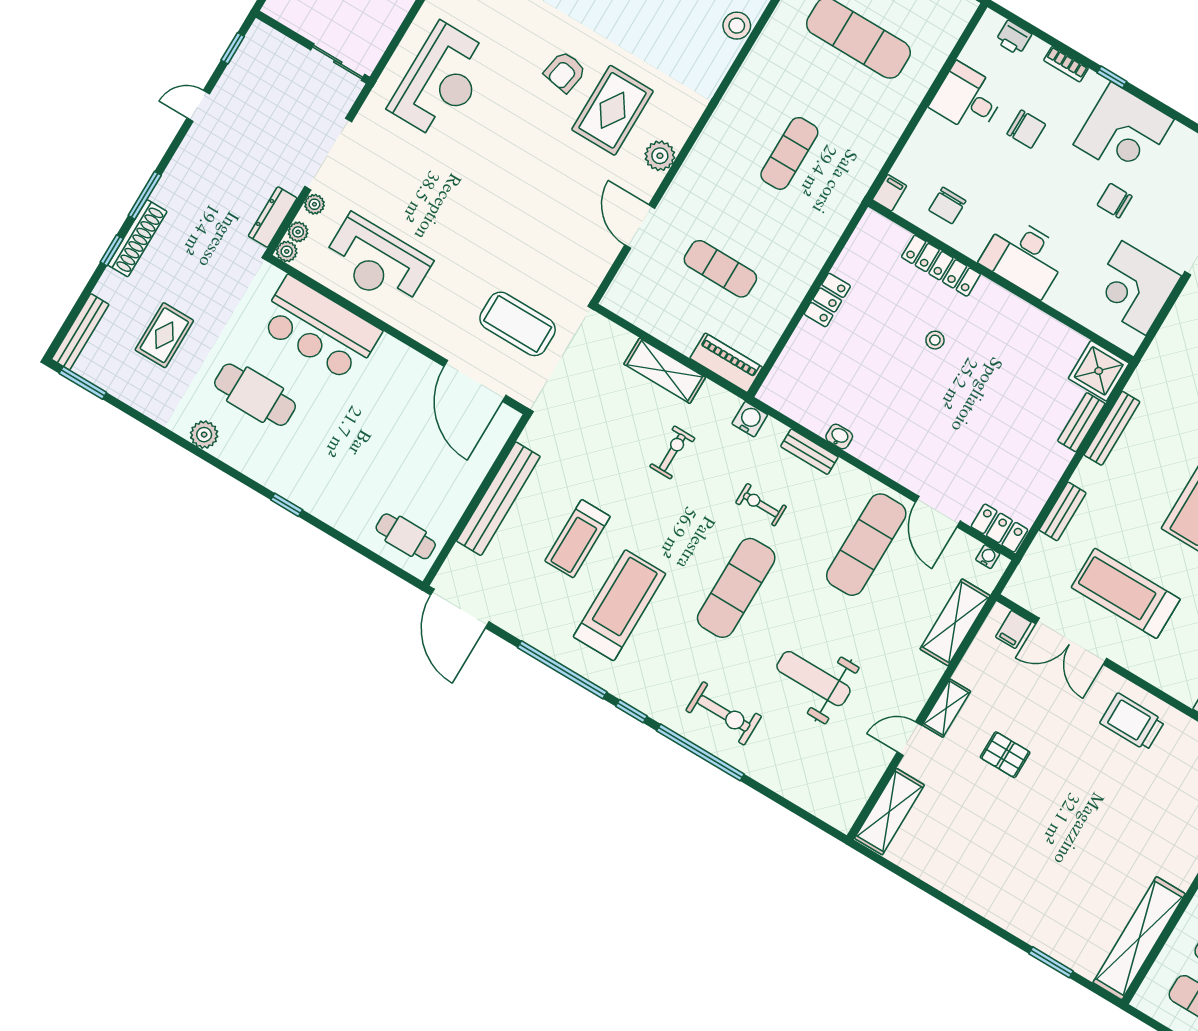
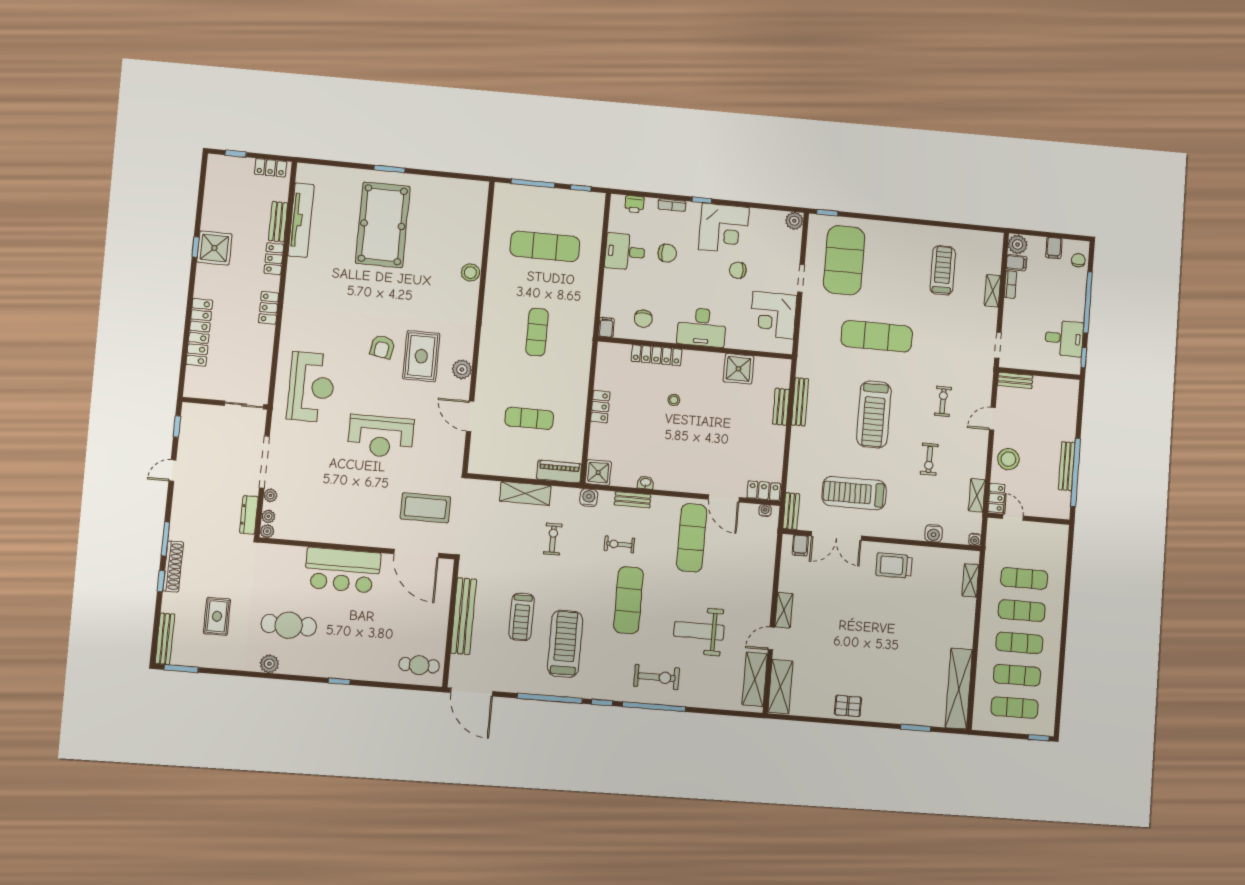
reception desk: (377, 262) -> (381, 436), moved
bar counter: (320, 329) -> (342, 570), moved
shower: (1099, 371) -> (739, 369), moved
shower: (780, 391) -> (598, 472), added
bench: (1063, 511) -> (791, 511), moved
shelving: (955, 622) -> (755, 679), moved
pallet: (1005, 755) -> (848, 706), moved

